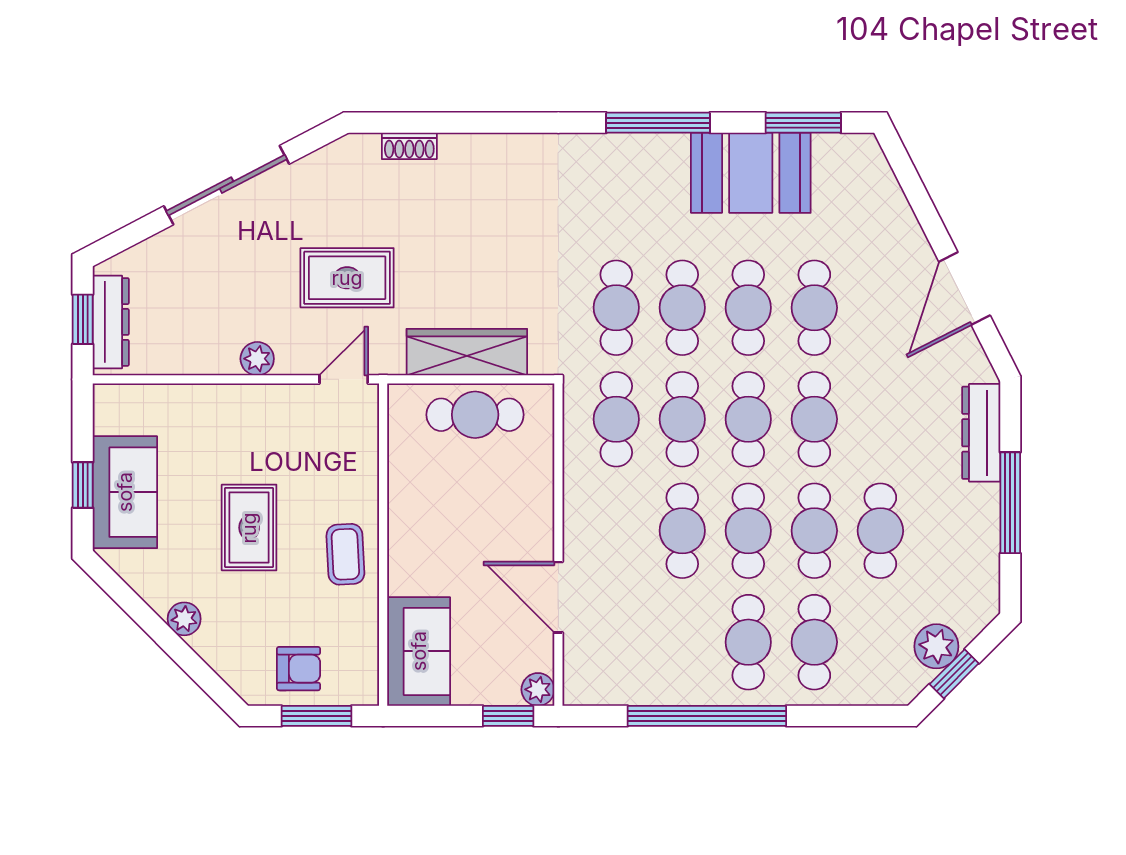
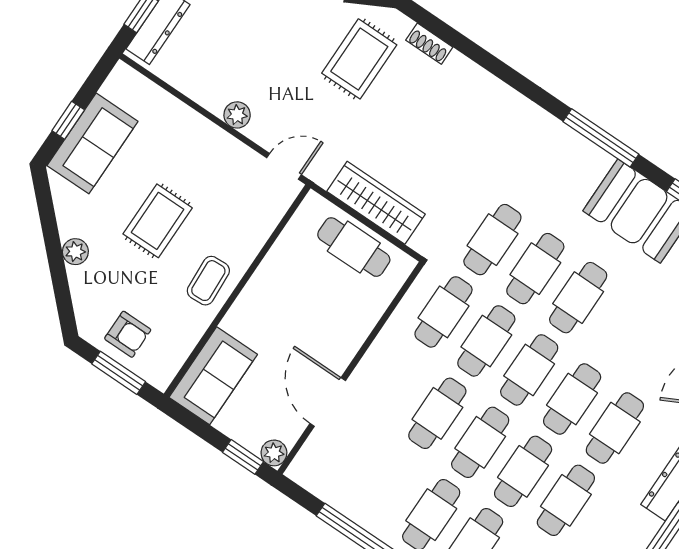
rug: (347, 278) -> (359, 59), moved, turned 90
cafe table: (814, 308) -> (615, 428), moved

